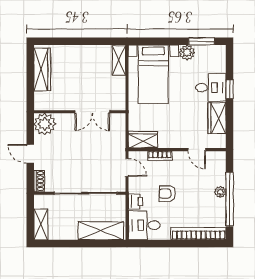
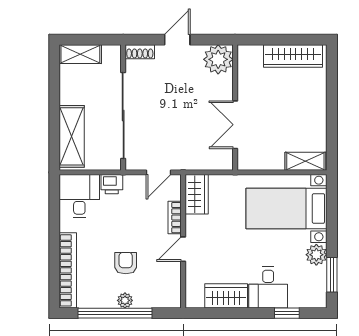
window: (230, 89) -> (287, 313), moved
door: (197, 150) -> (183, 249), moved
armchair: (167, 194) -> (126, 263), moved

